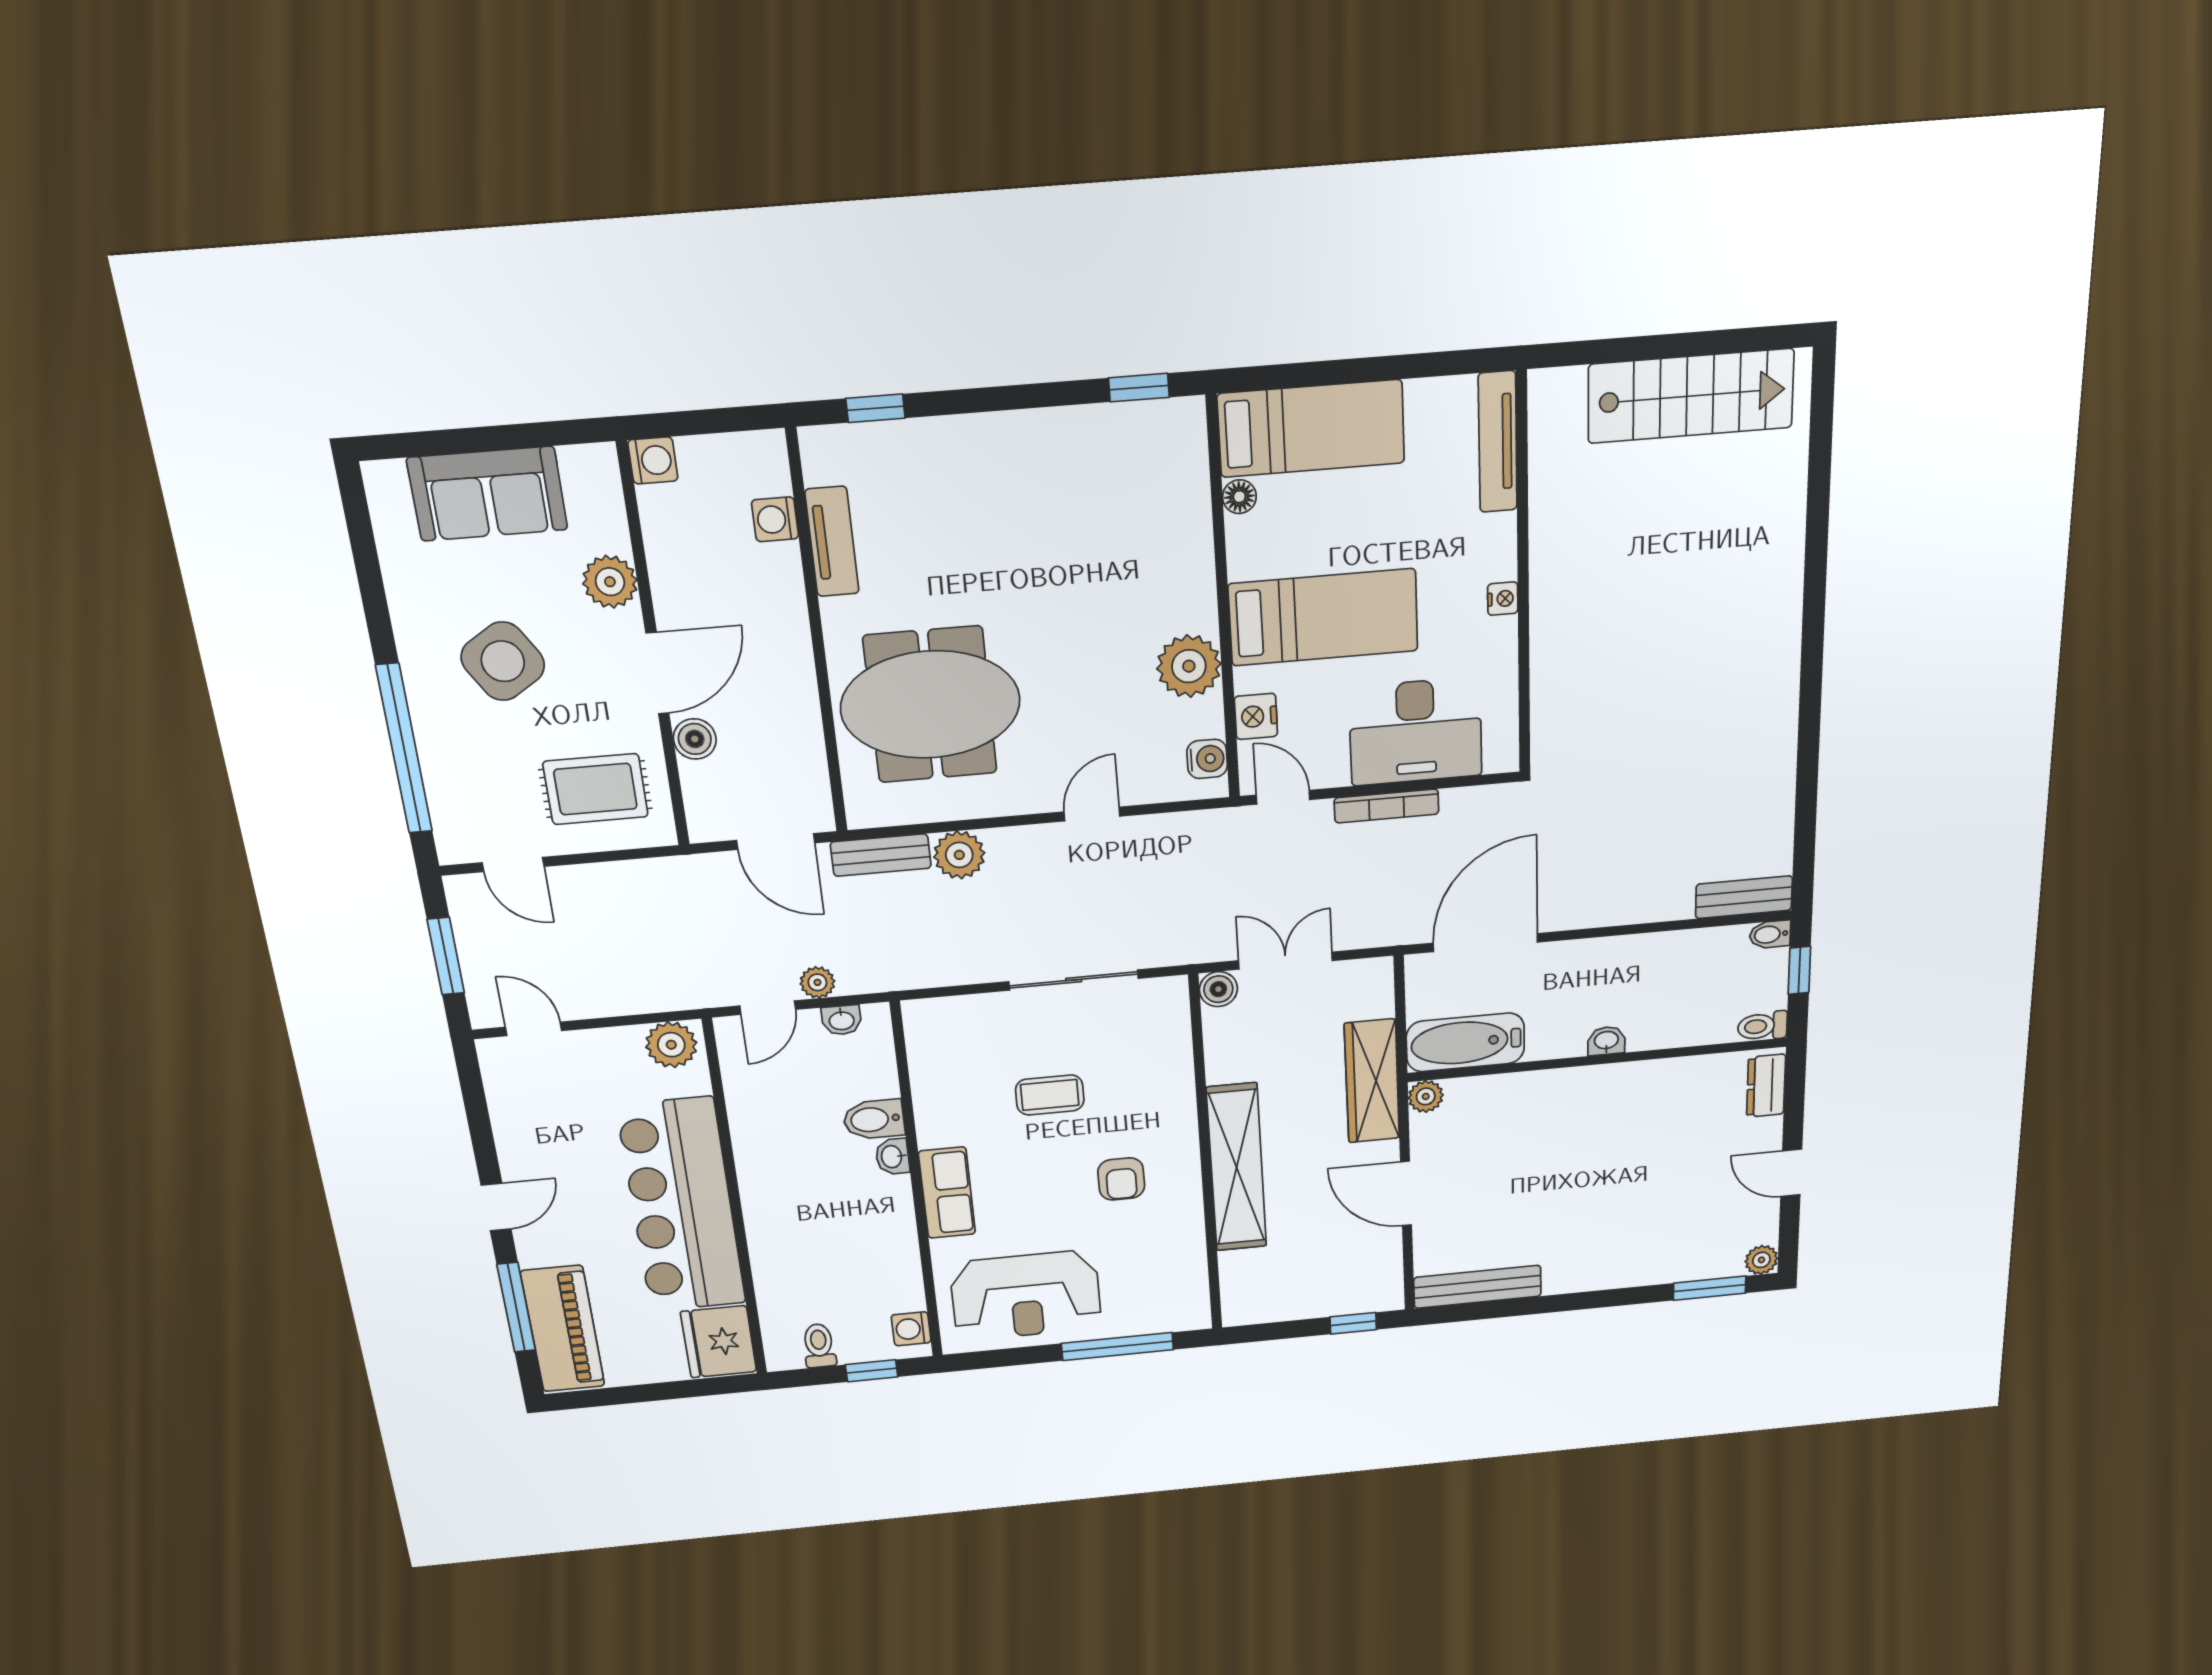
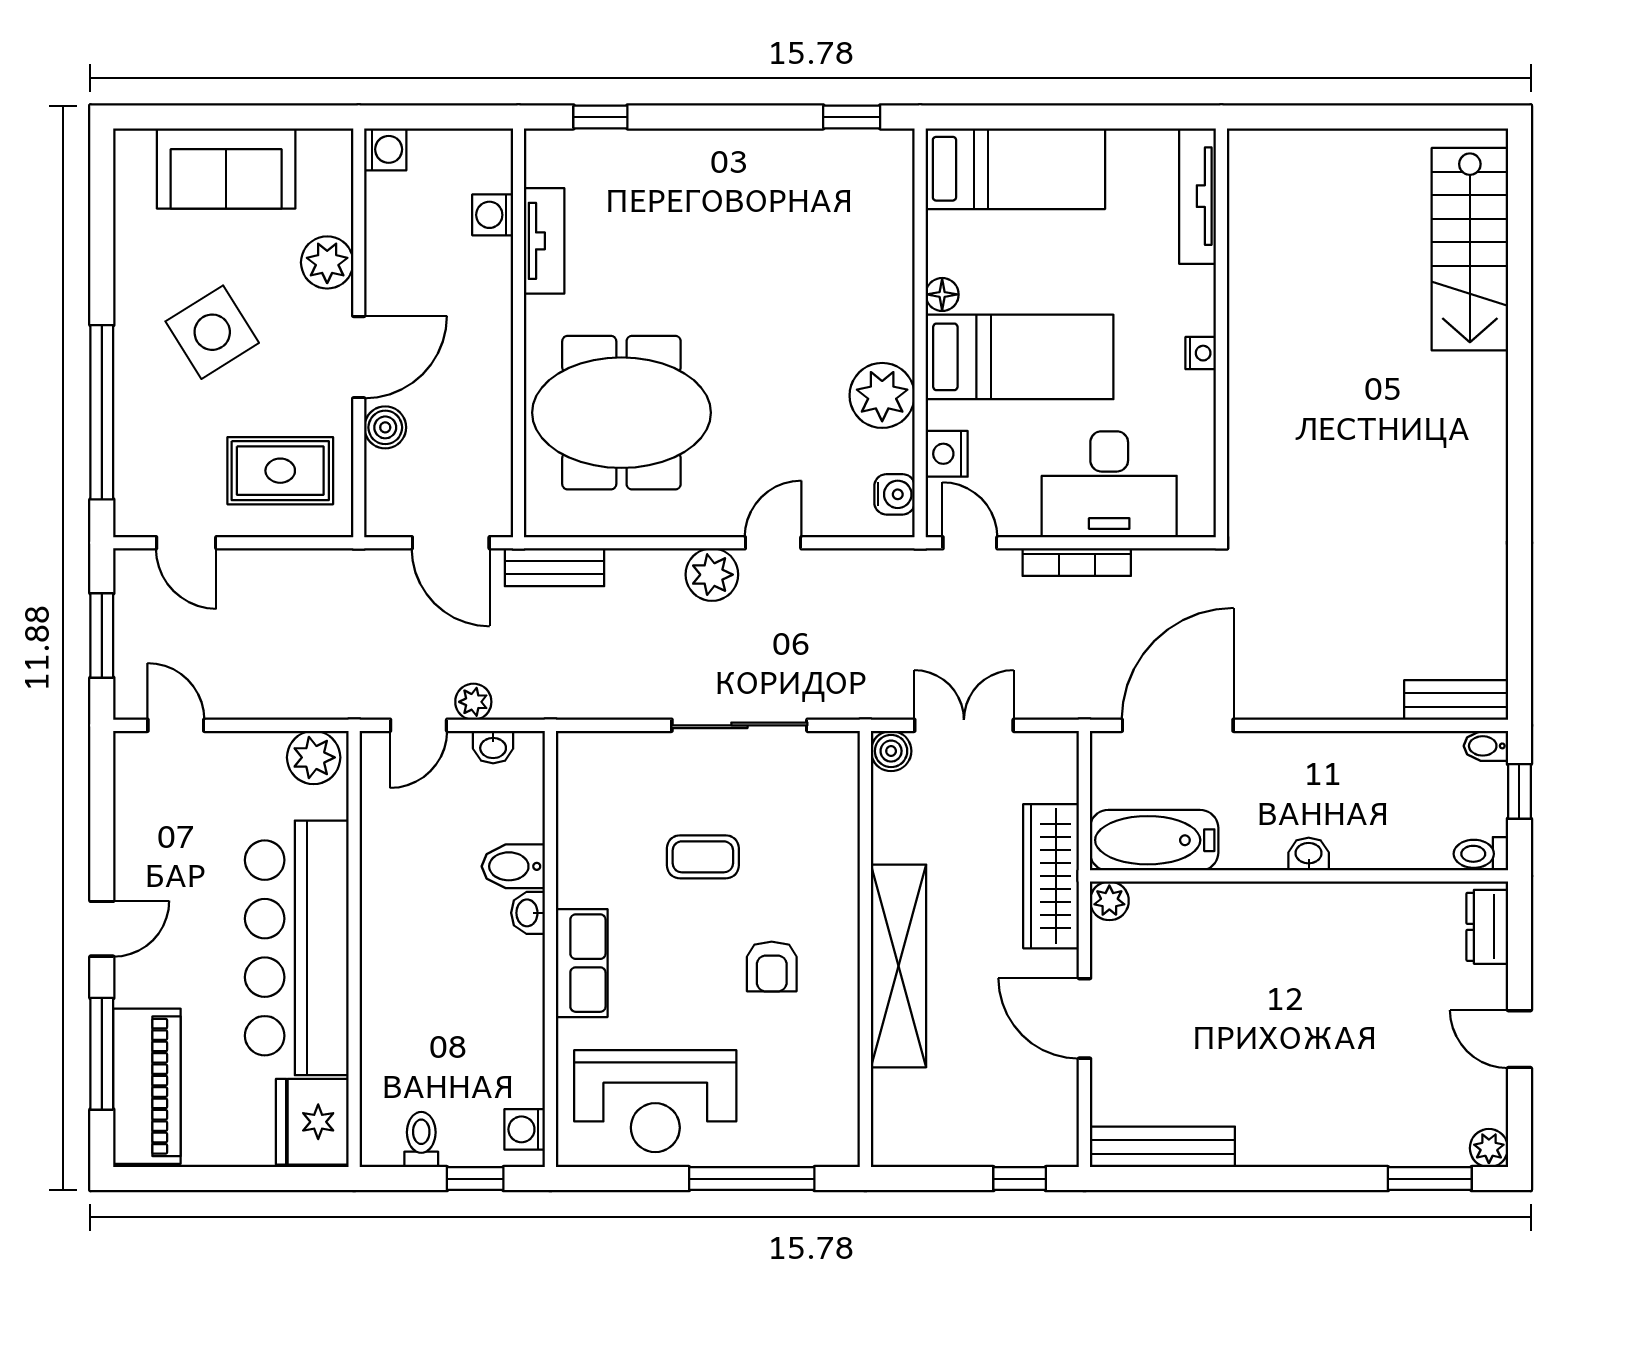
stairs: (1691, 396) -> (1470, 249), moved, turned 90
floor lamp: (1239, 497) -> (942, 294), moved
plant: (959, 855) -> (712, 575), moved

